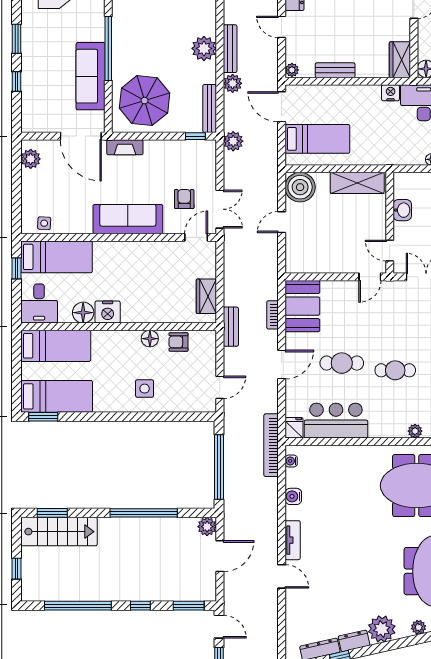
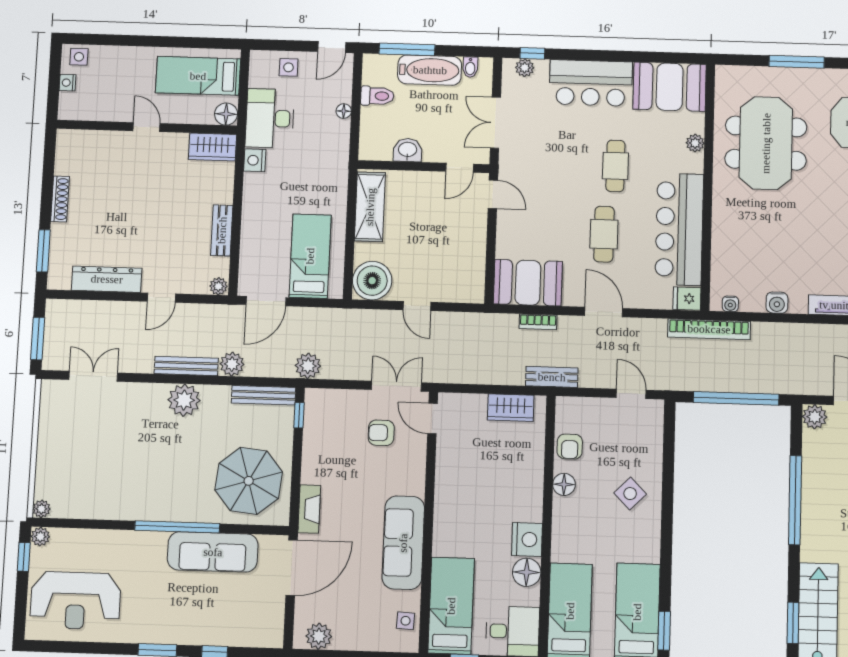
sofa: (128, 219) -> (403, 543), moved
side table: (145, 389) -> (630, 494), turned 45
bar counter: (336, 421) -> (679, 229), width x1.36

